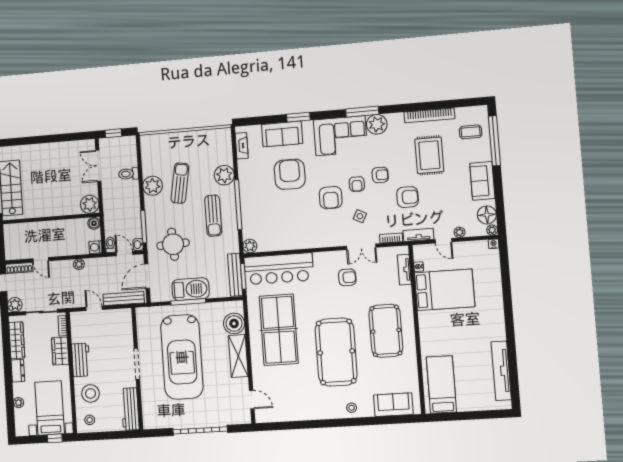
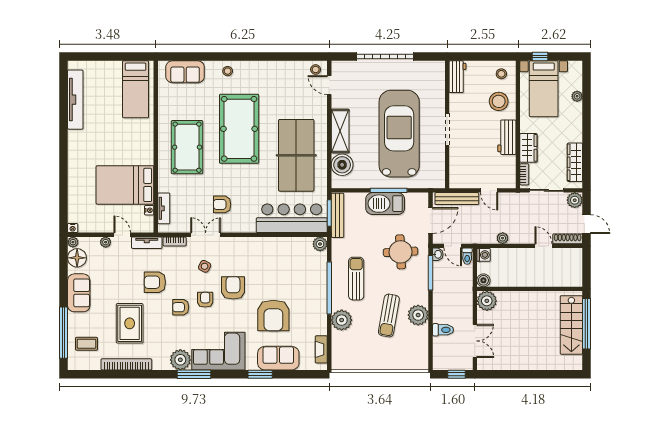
dresser: (18, 371) -> (576, 130), removed
workbench: (130, 409) -> (458, 77), width x0.73
stool: (266, 414) -> (316, 69), added

